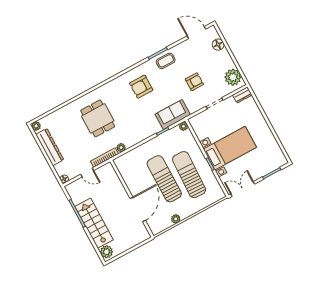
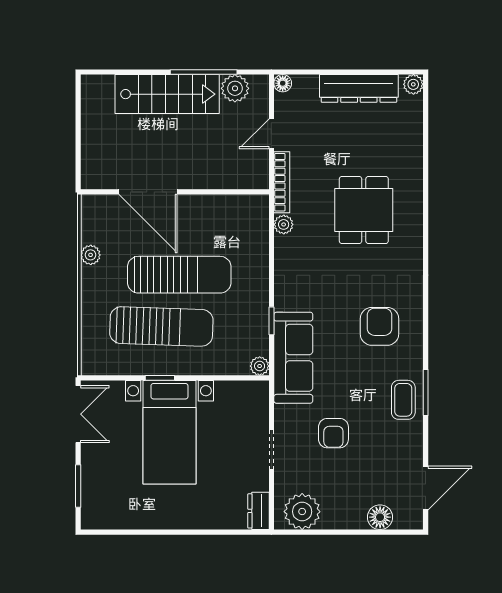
sofa: (173, 115) -> (293, 358), width x1.36
dining table: (98, 118) -> (364, 210), turned 90
plant: (107, 252) -> (235, 88), moved

